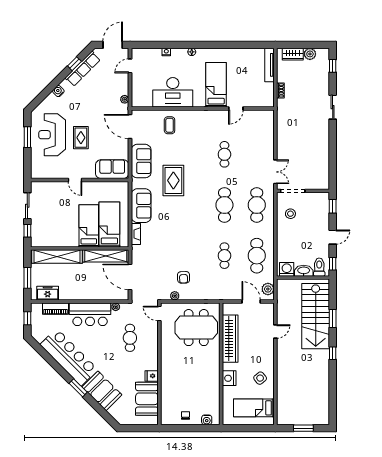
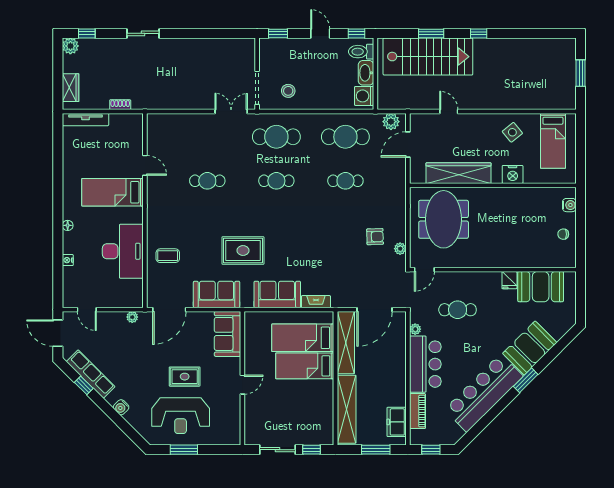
plant: (310, 54) -> (70, 46), moved
cafe table: (224, 205) -> (276, 181), width x0.73, depth x0.74

